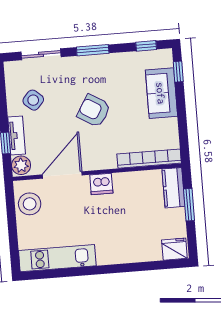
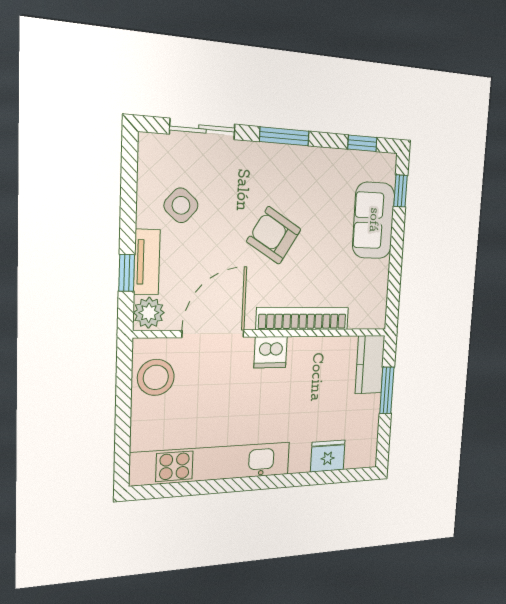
bookcase: (149, 159) -> (303, 319), moved
fridge: (174, 249) -> (328, 456), moved
kitchen unit: (57, 258) -> (212, 464), width x1.36

